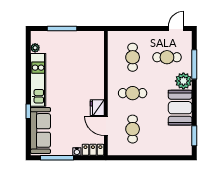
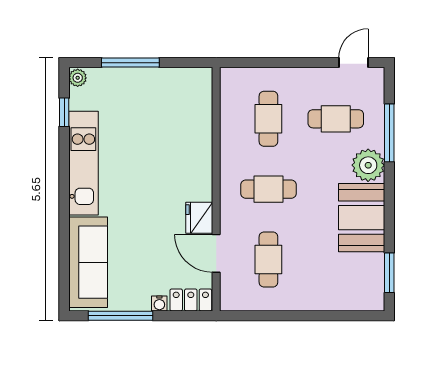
plant: (35, 48) -> (78, 78), moved
window: (28, 111) -> (64, 112), moved

